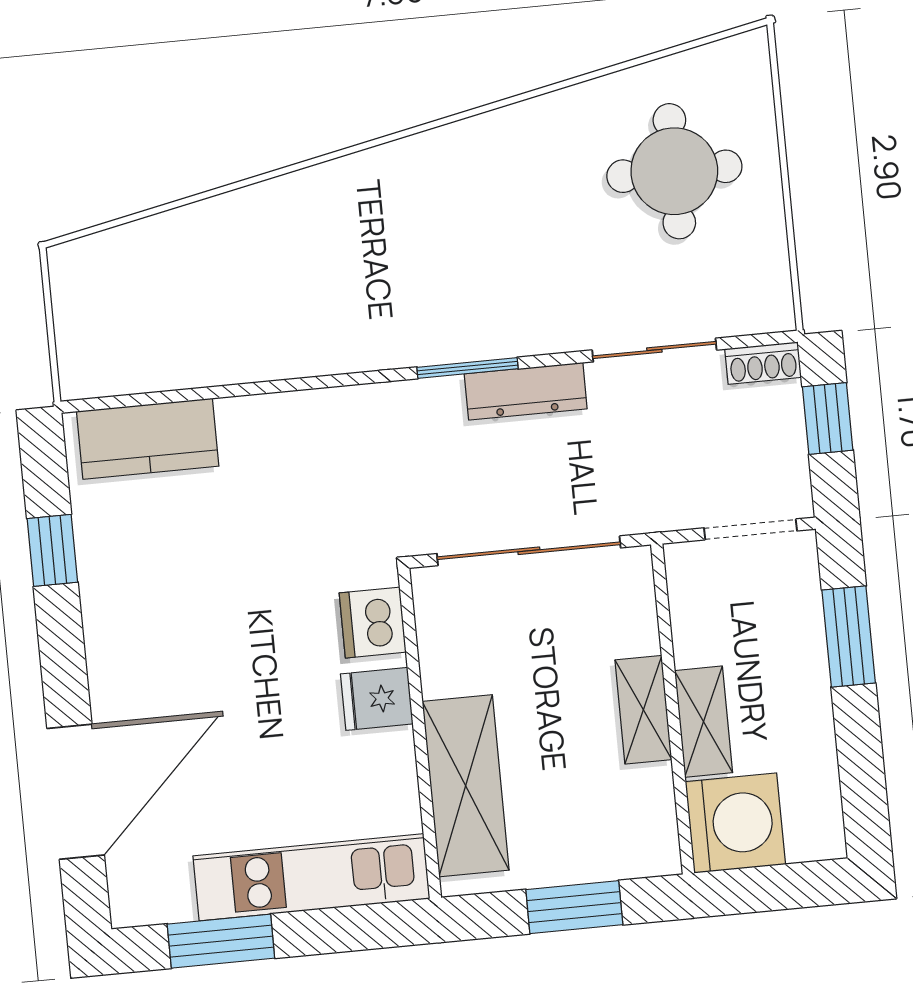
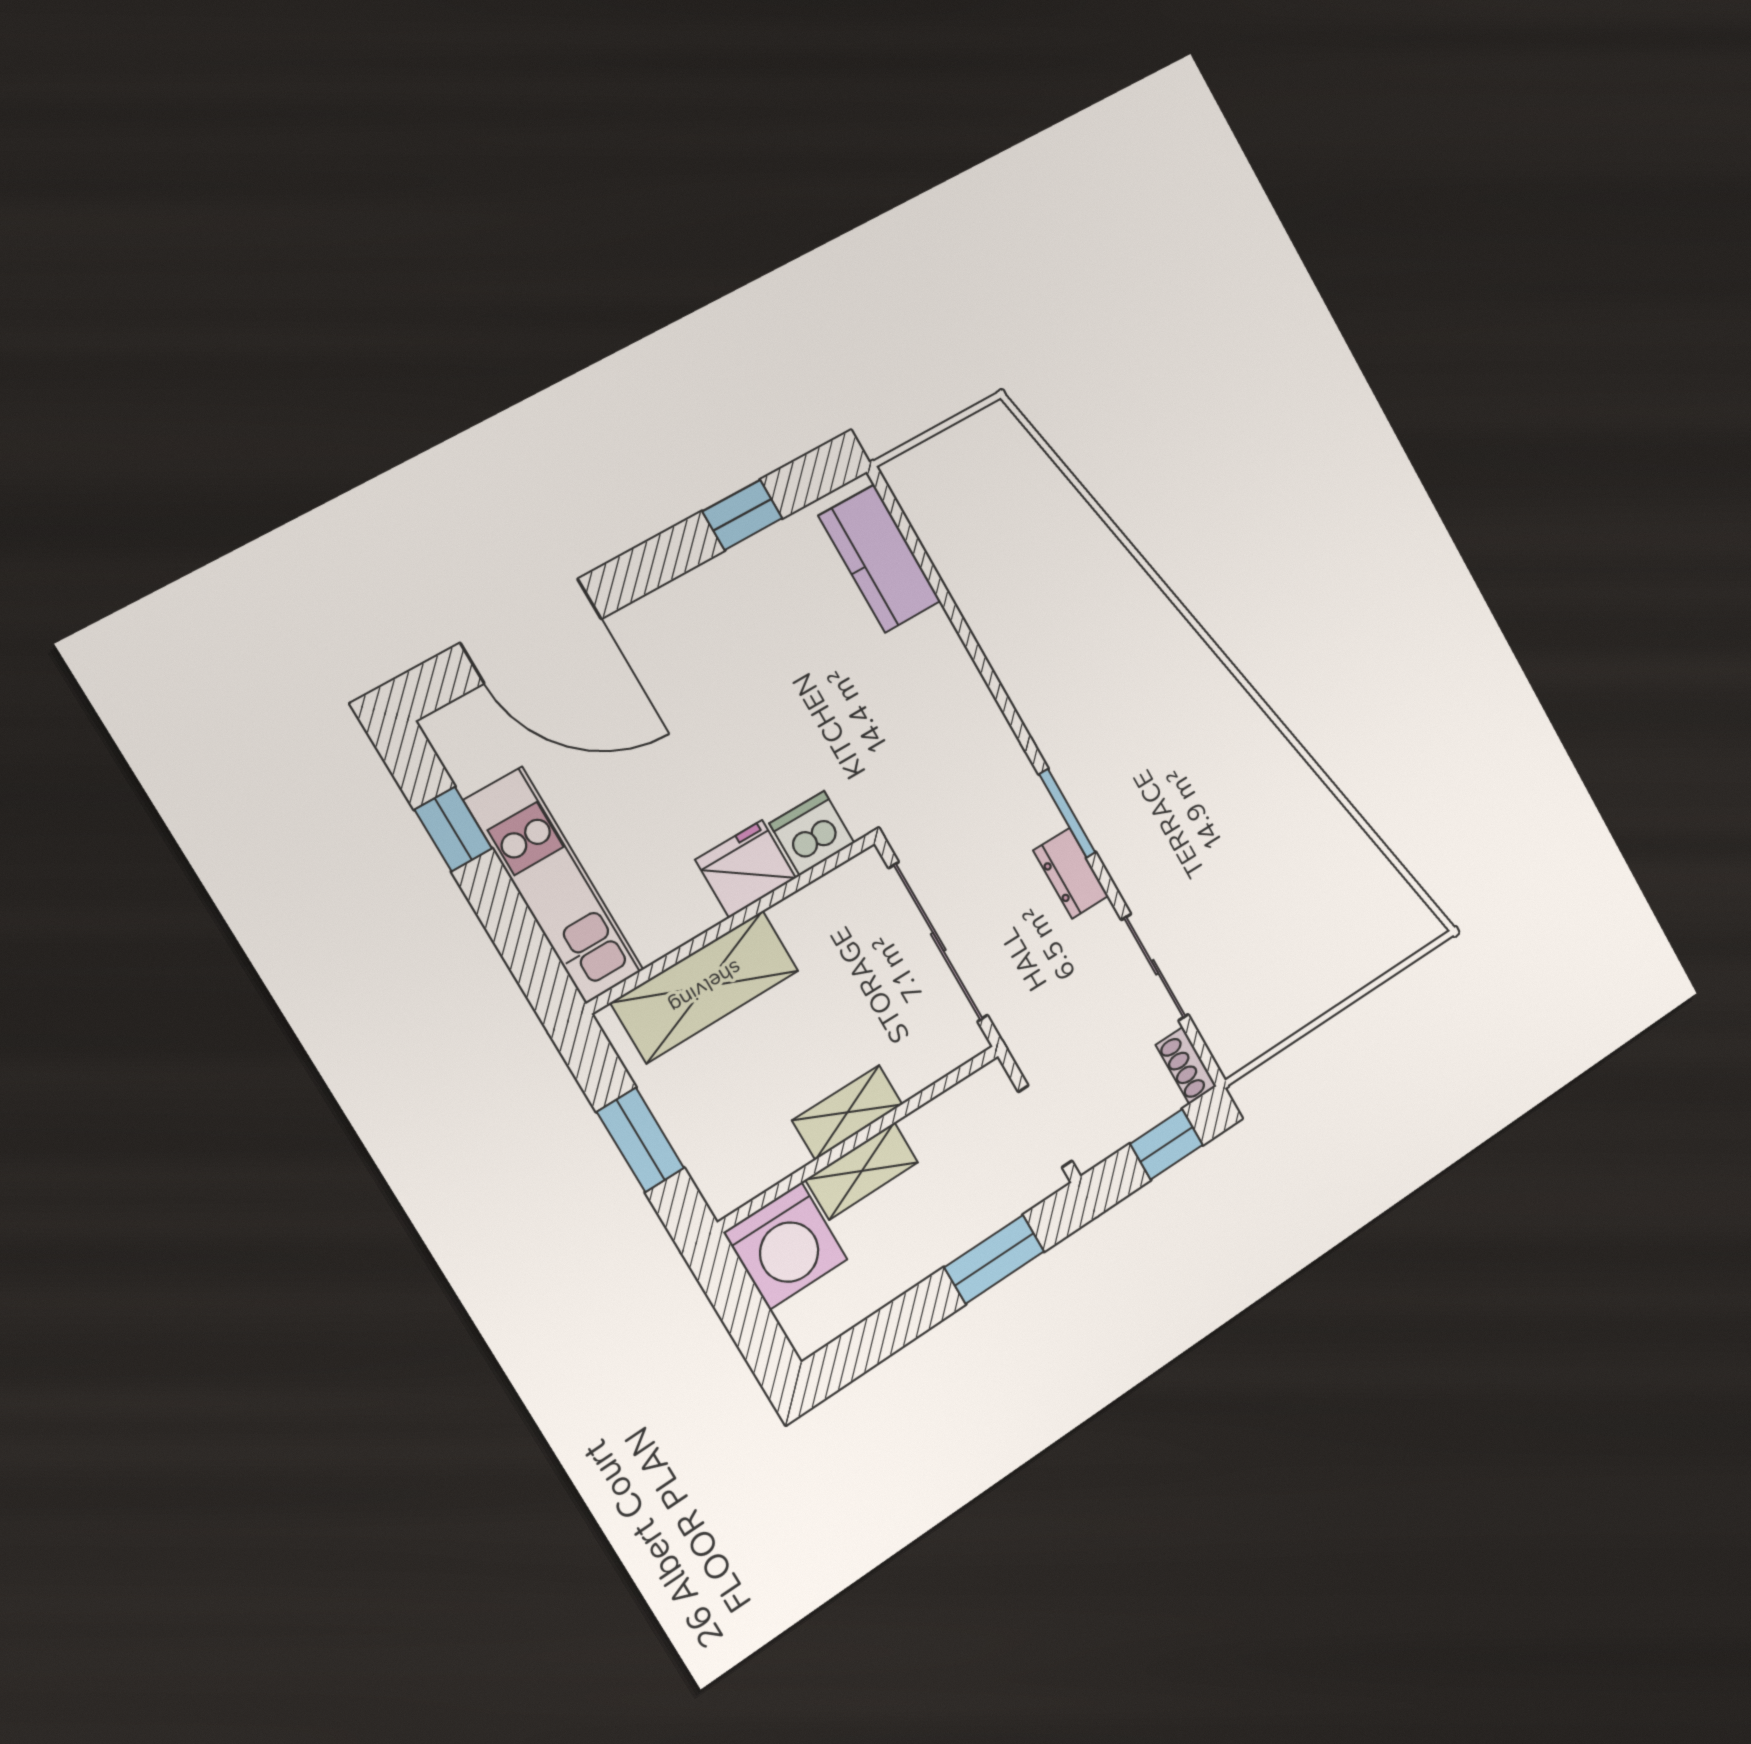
round table: (674, 171) -> (1304, 912), removed
dresser: (526, 391) -> (1071, 873), width x0.70
fridge: (377, 699) -> (746, 869), width x1.38
window: (221, 941) -> (453, 829), width x0.67

